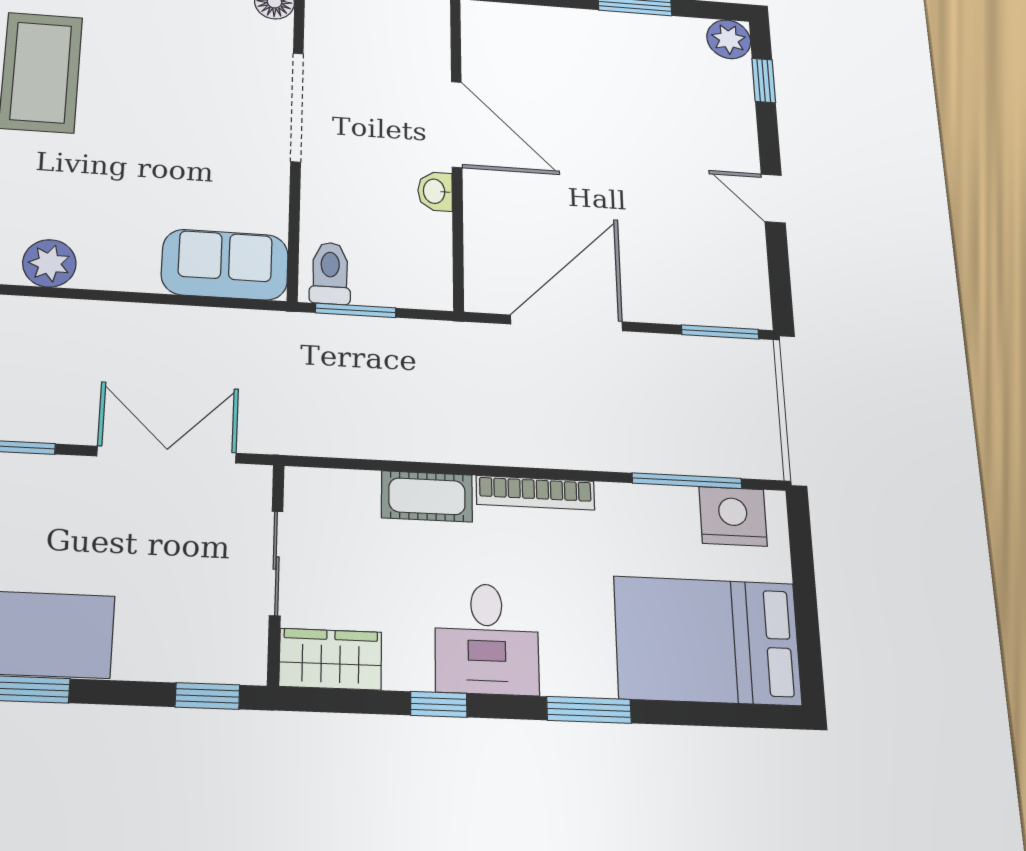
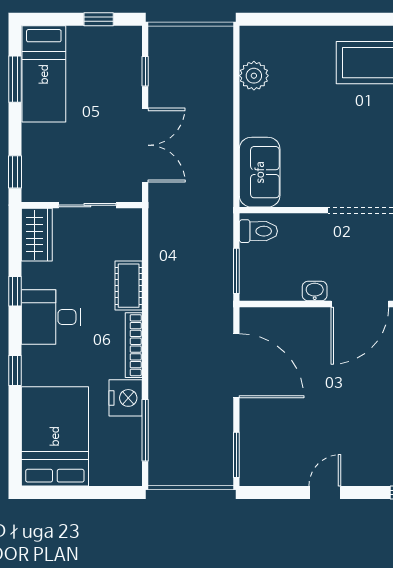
window: (356, 310) -> (236, 271), moved
nightstand: (733, 516) -> (126, 398), moved
window: (589, 710) -> (15, 371), width x0.67

